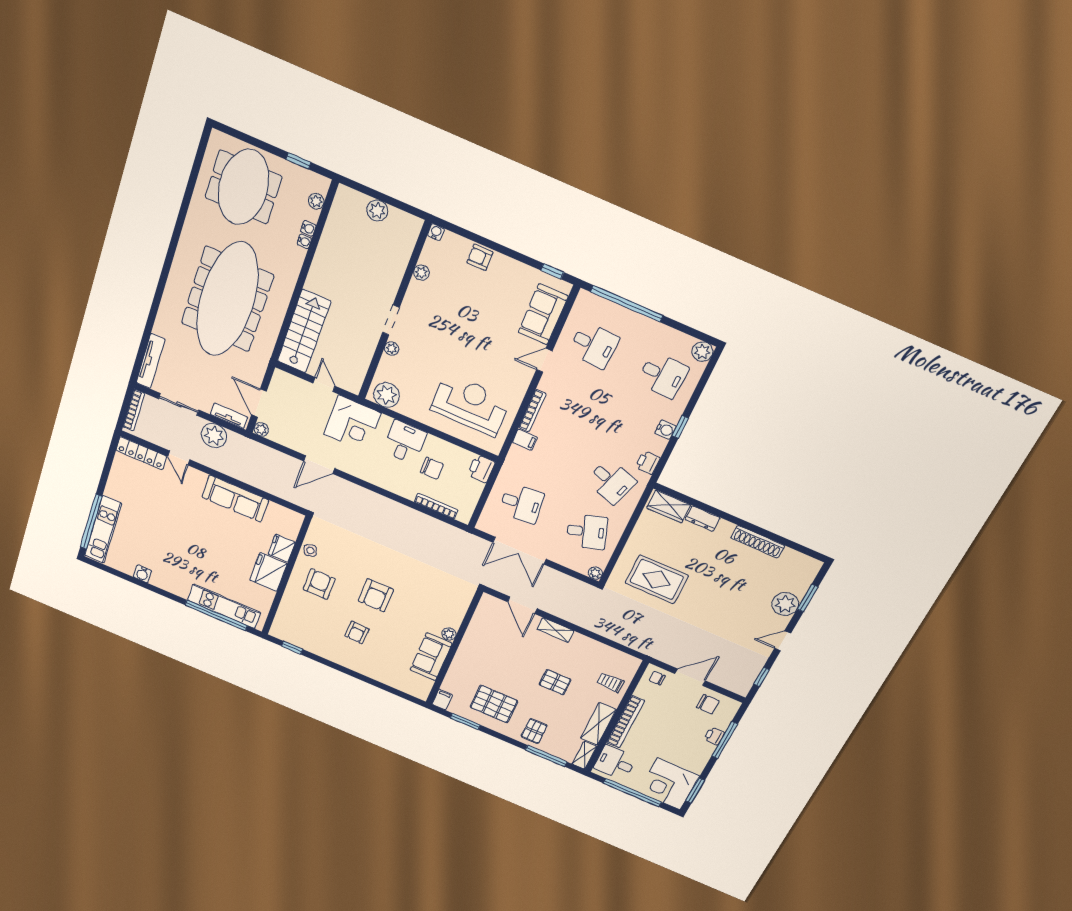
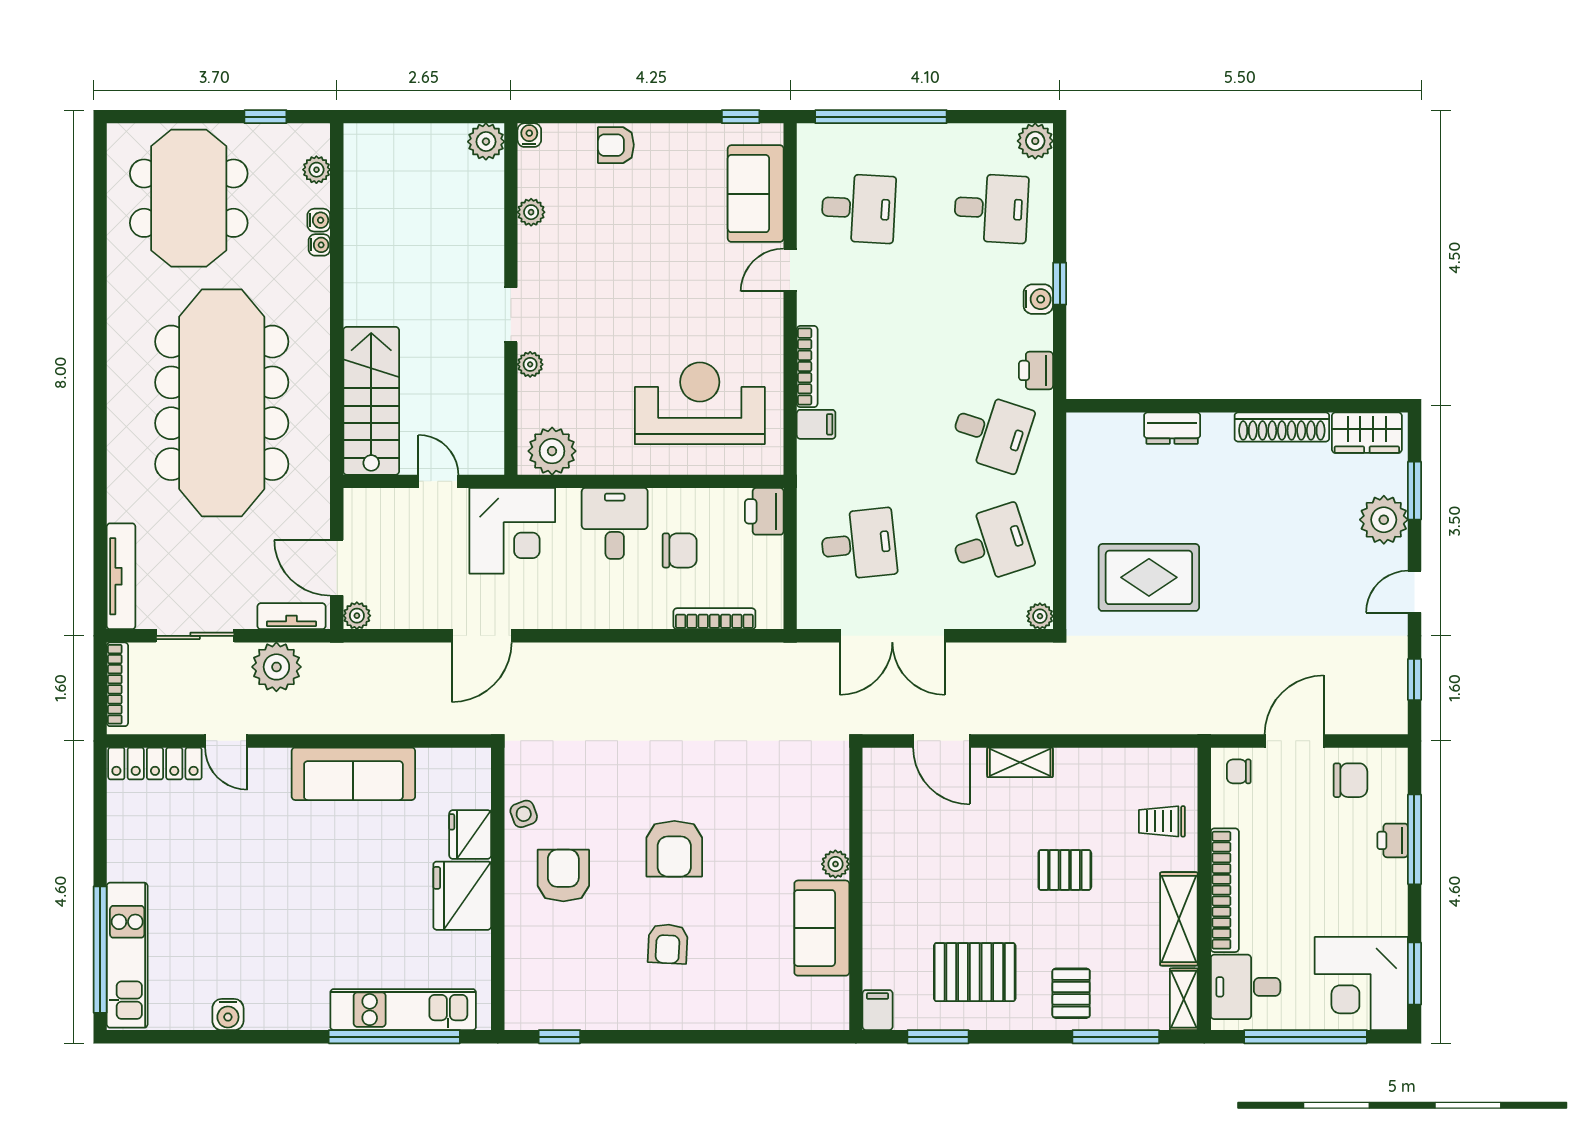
plant: (377, 211) -> (486, 142), moved
wardrobe: (669, 507) -> (1367, 433), moved

